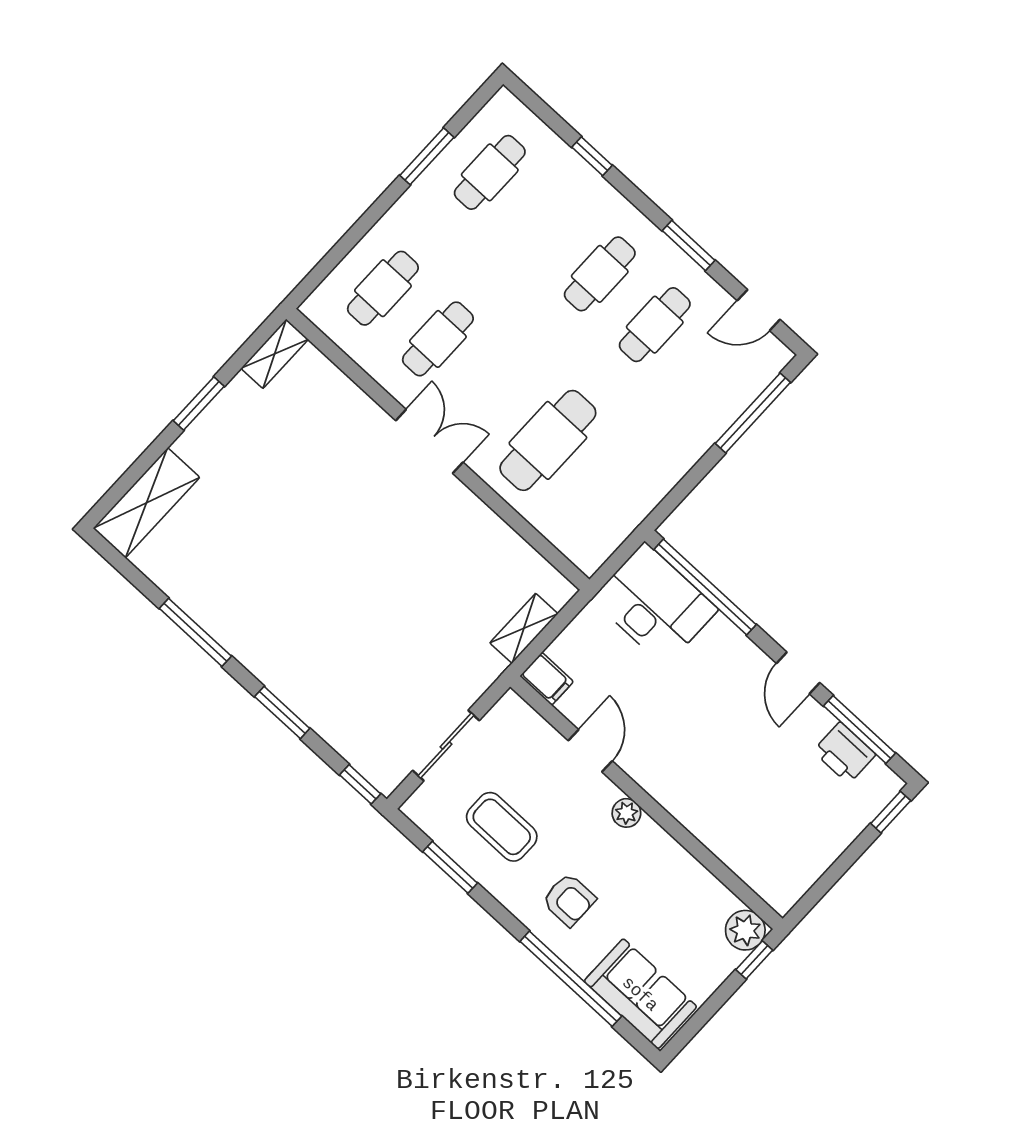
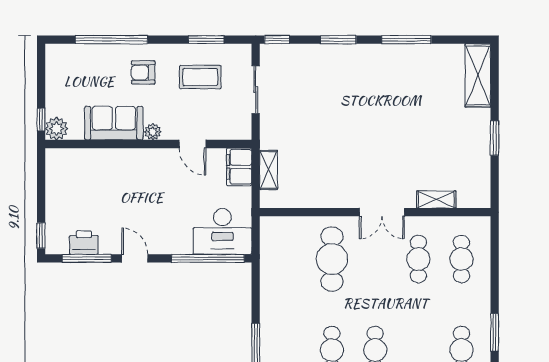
shelving: (275, 354) -> (436, 199), moved, turned 90
filing cabinet: (547, 679) -> (239, 167), width x2.00
sofa: (640, 994) -> (114, 123), moved, turned 180

